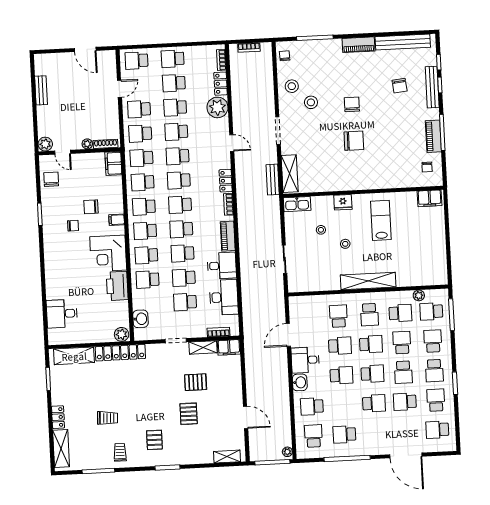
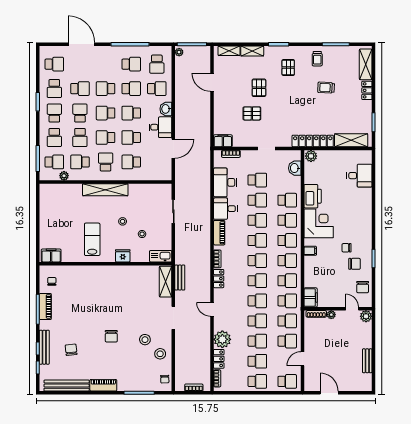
chair: (354, 141) -> (111, 306), removed
chair: (91, 207) -> (355, 264), moved
lab bench: (381, 220) -> (92, 239), turned 180
school desk: (338, 316) -> (131, 162), turned 90
shelving: (203, 347) -> (252, 51), moved
school desk: (343, 405) -> (131, 89), added

